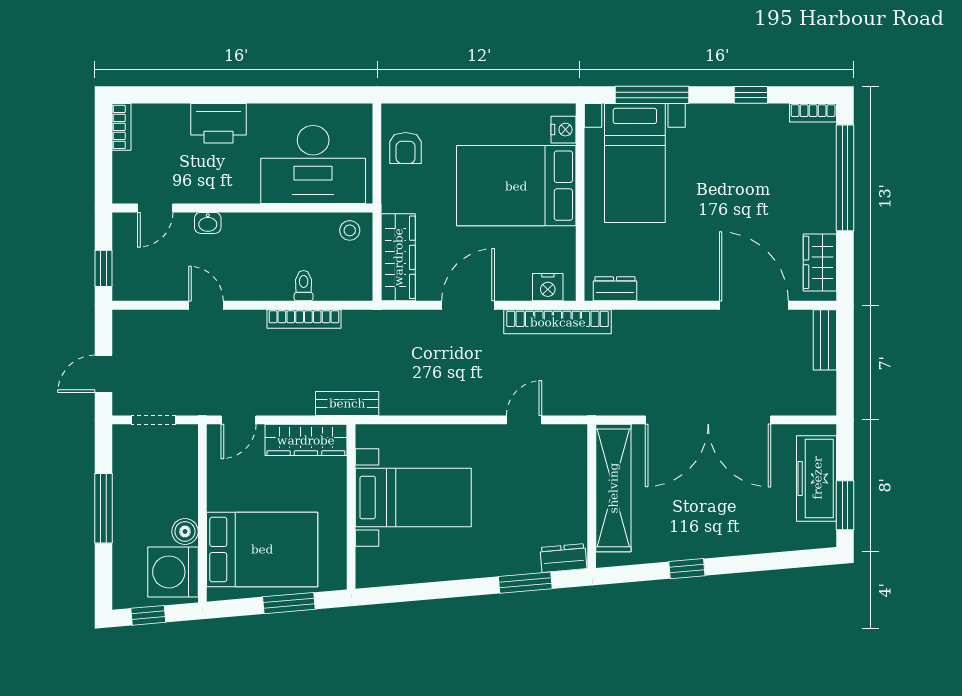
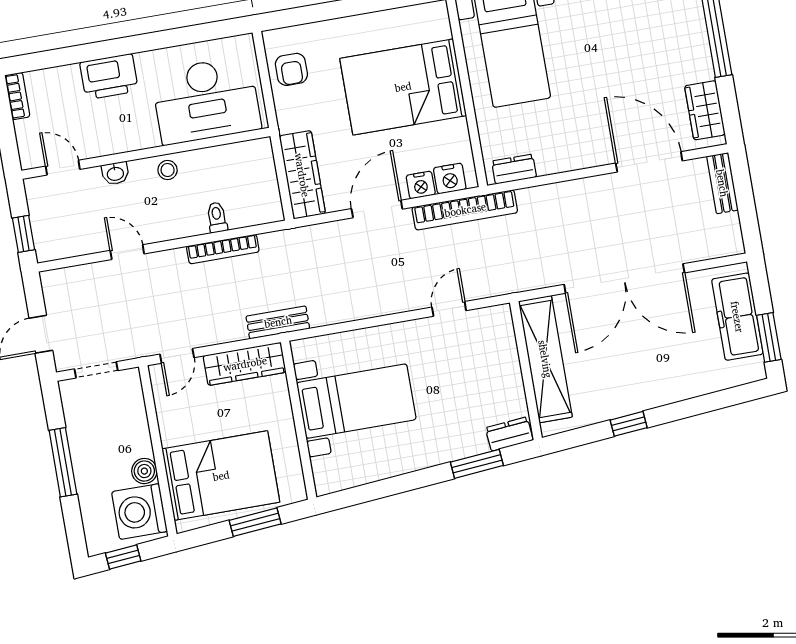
nightstand: (563, 130) -> (421, 185), moved, turned 90
door: (155, 208) -> (63, 168), swing flipped
stool: (350, 230) -> (168, 170), moved

